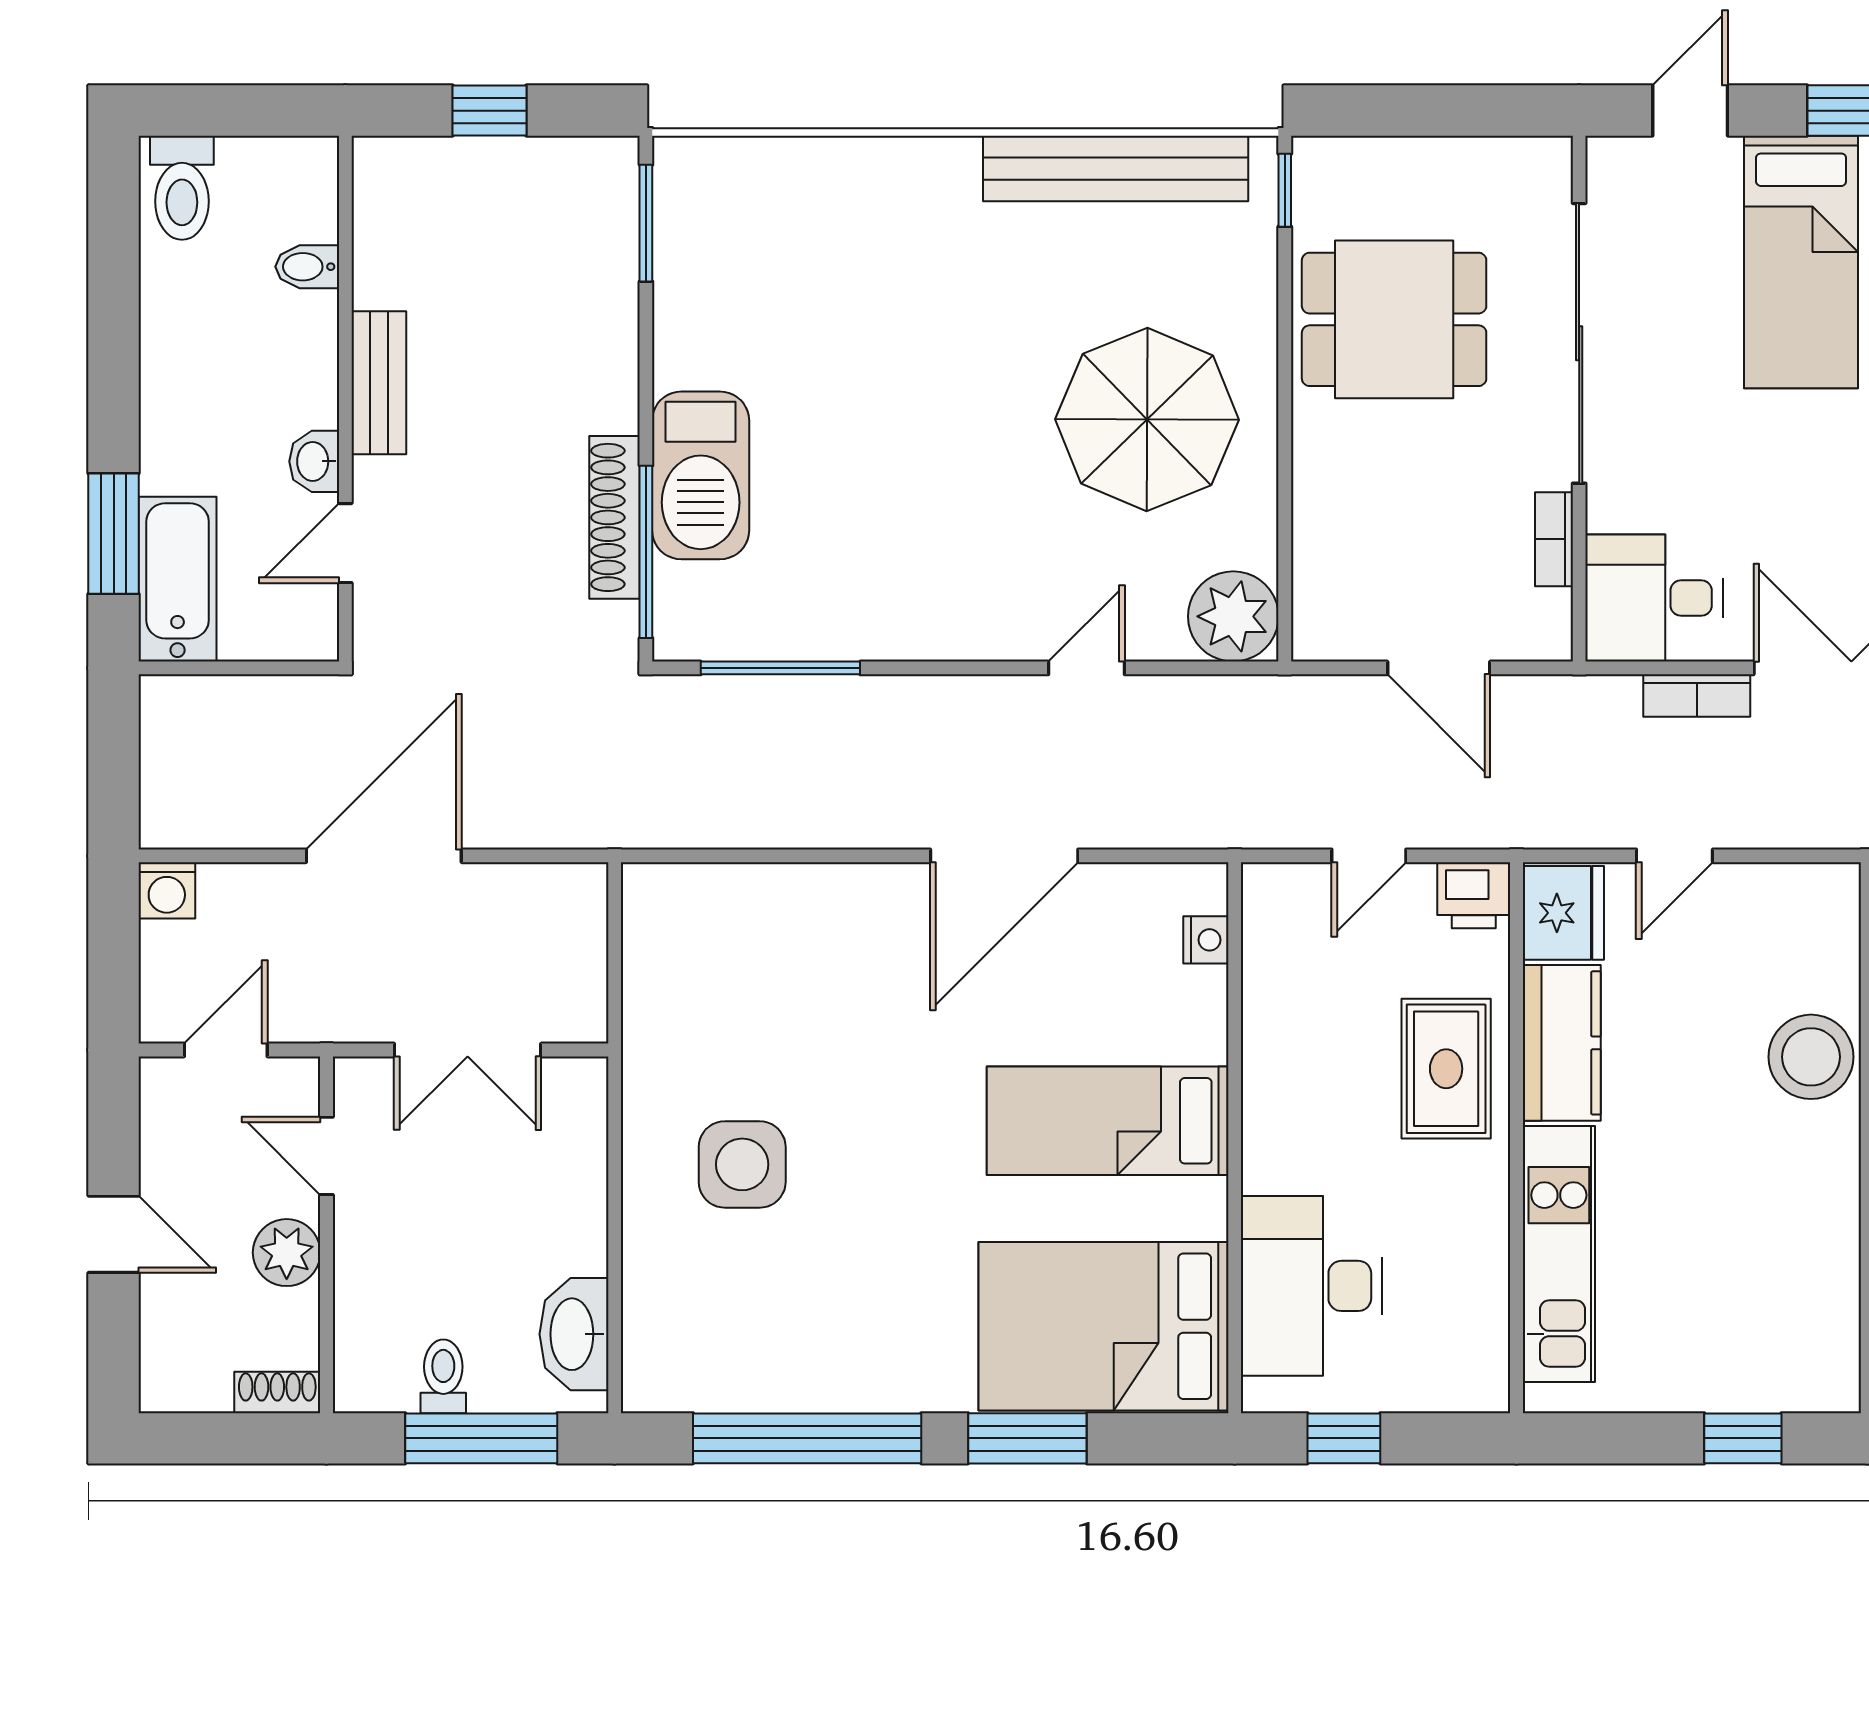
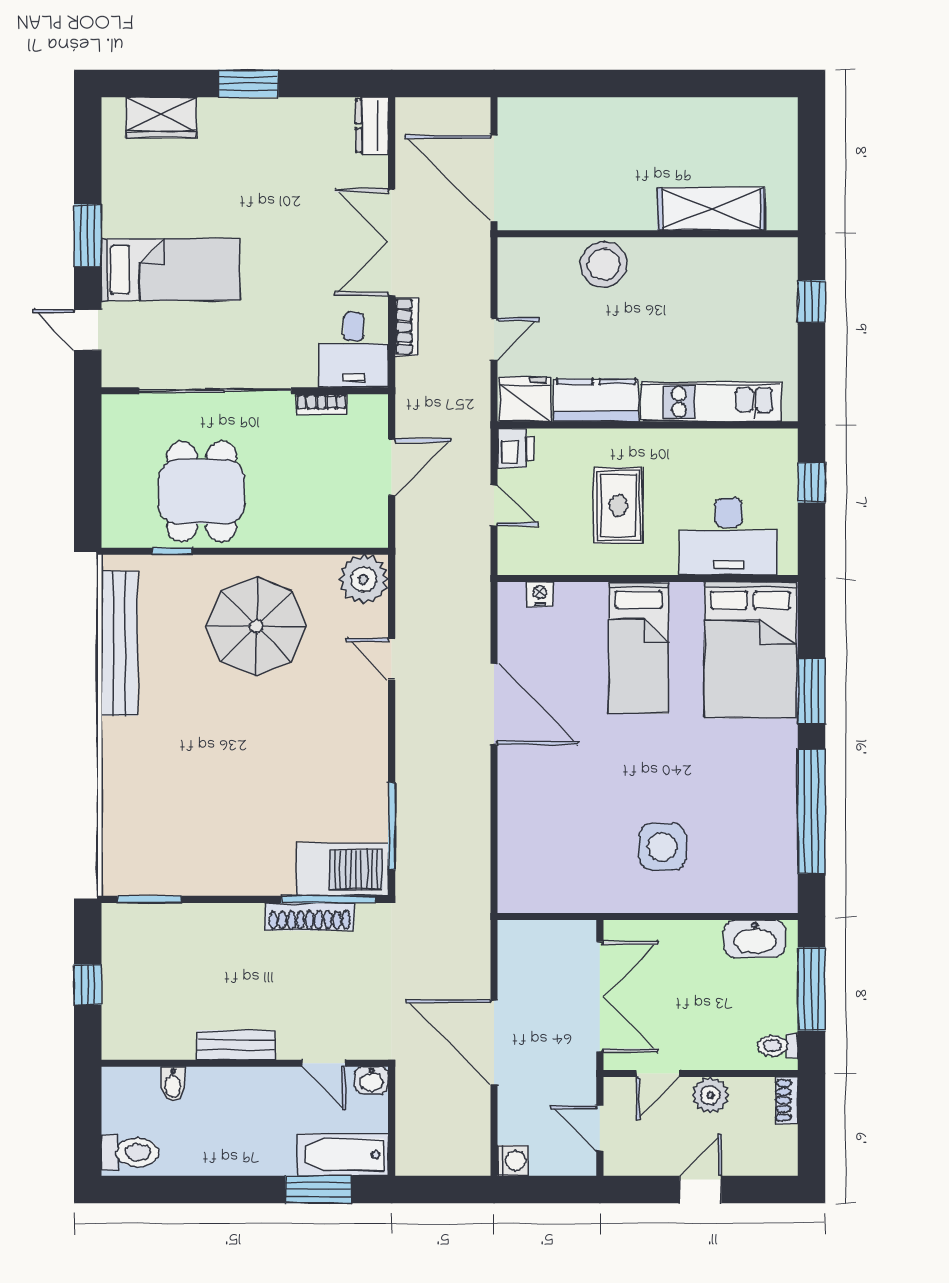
window: (1285, 190) -> (172, 551), moved
washbasin: (314, 461) -> (372, 1080), moved
barbecue: (701, 475) -> (342, 870), moved
door: (1674, 856) -> (494, 339), hinge flipped
double door: (468, 1050) -> (600, 997), width x1.37
rug: (1446, 1069) -> (618, 505), moved, turned 90
toilet: (443, 1376) -> (778, 1046), moved
window: (1344, 1438) -> (812, 482), moved

